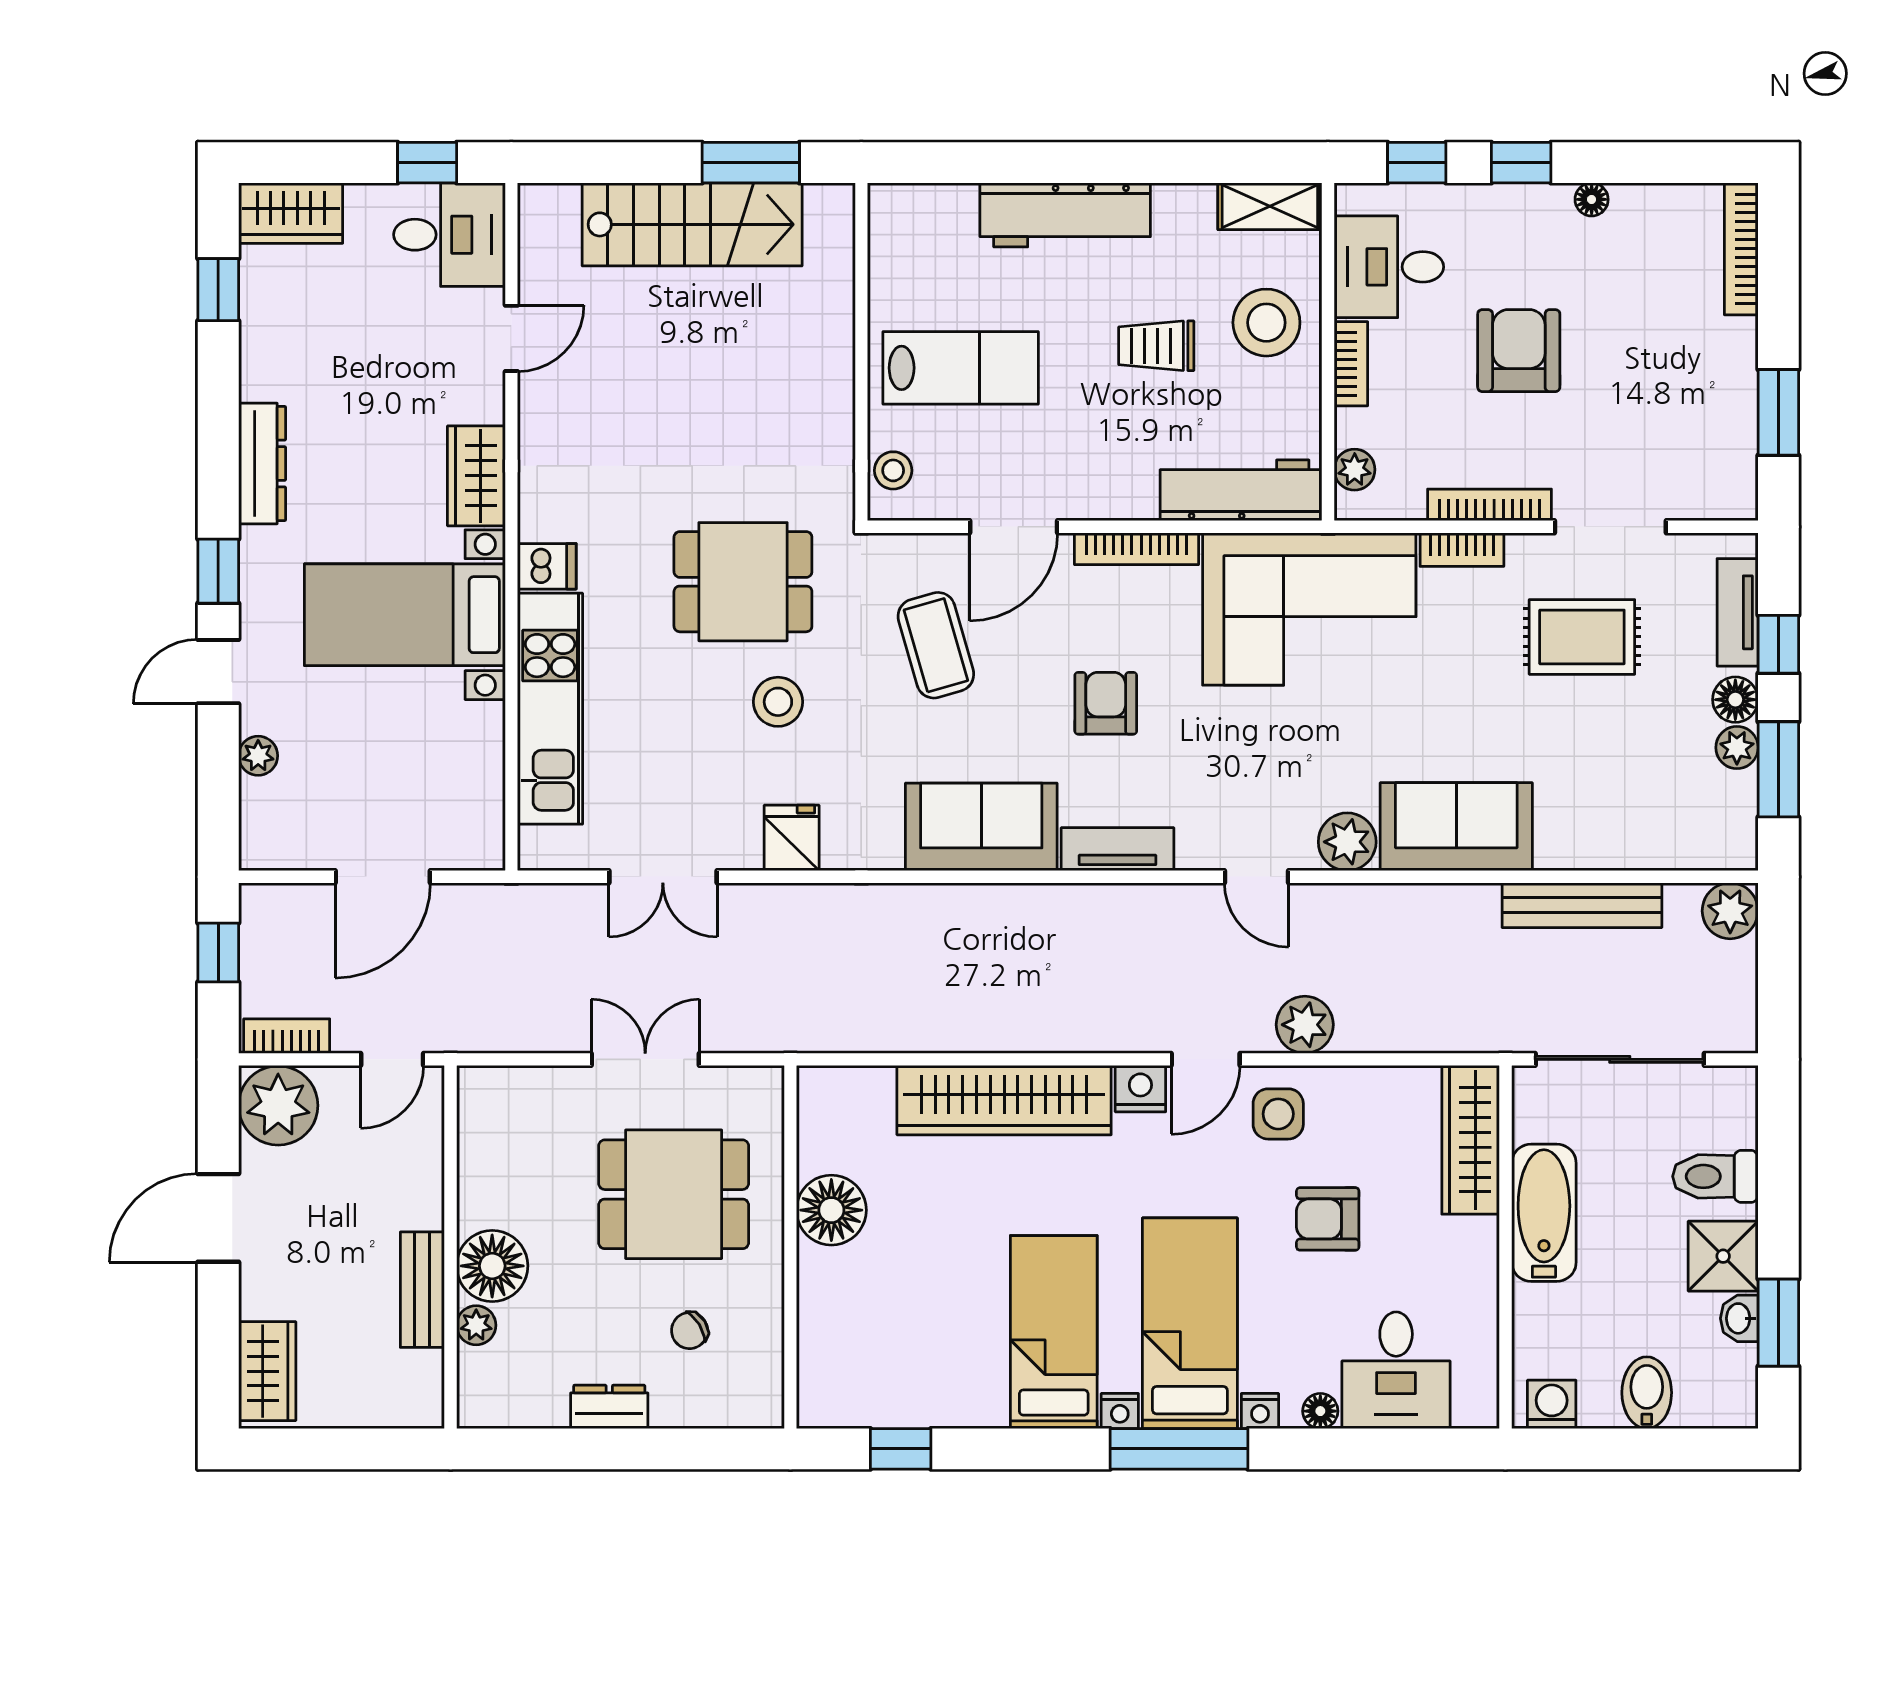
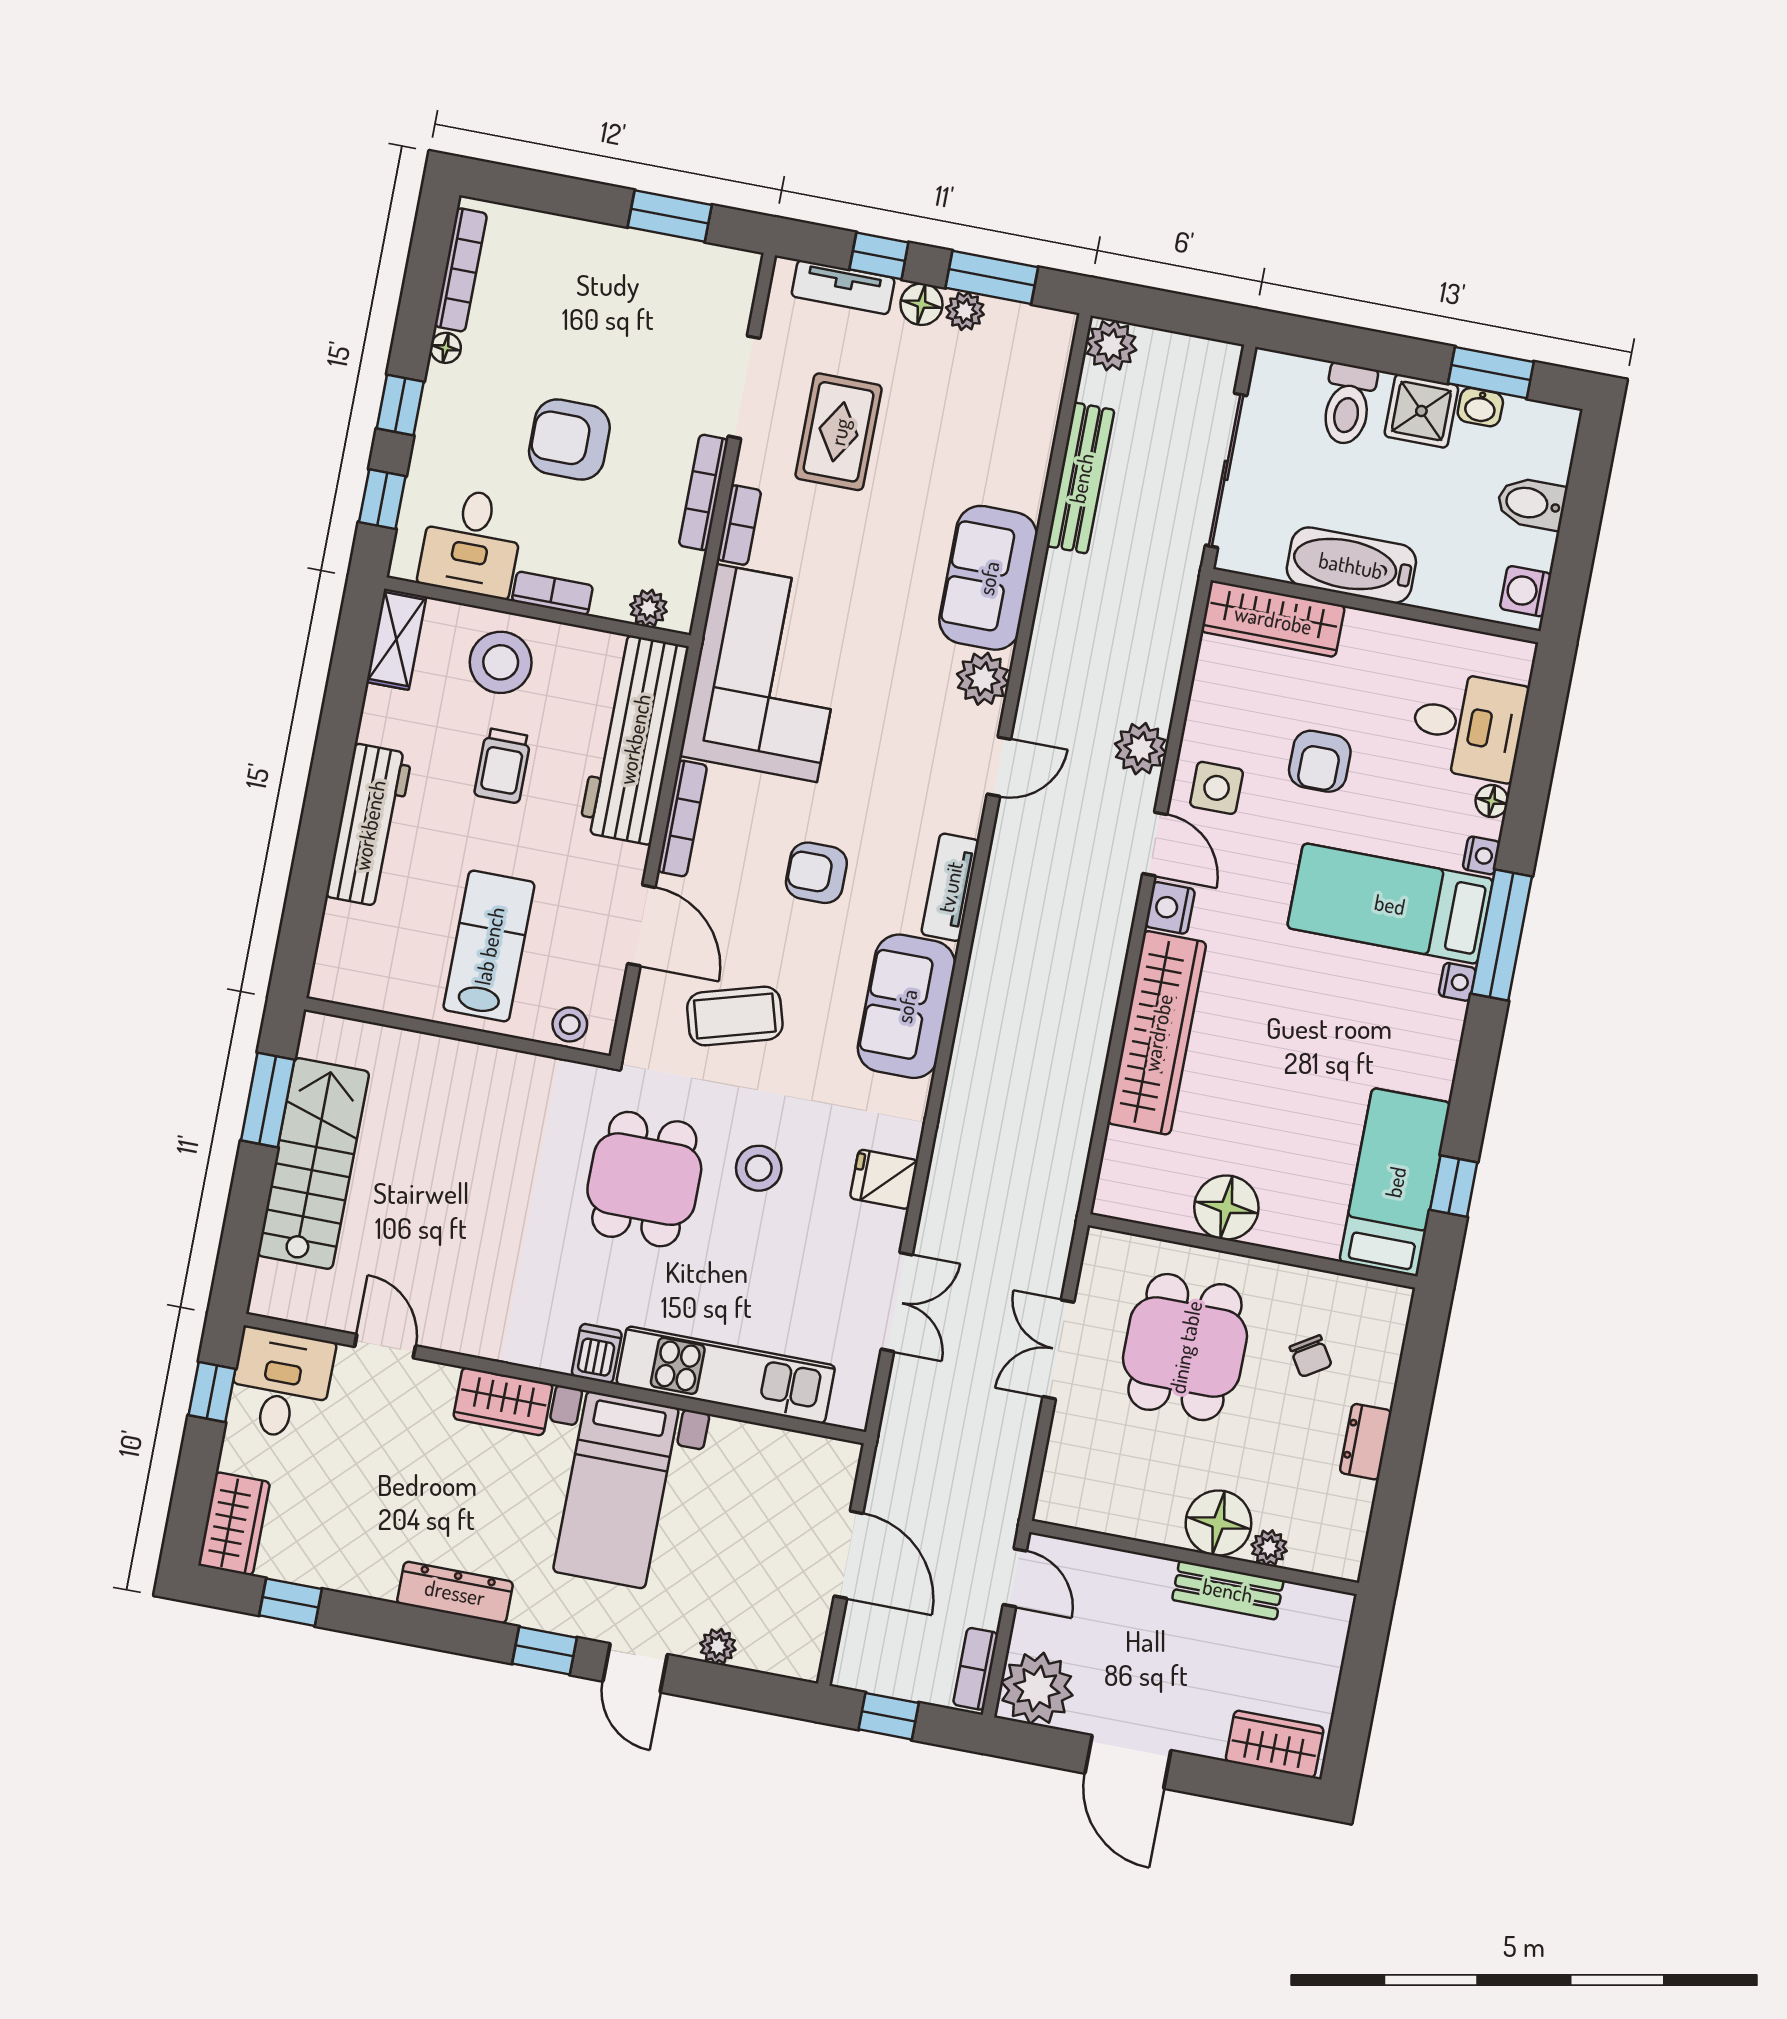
bookcase: (1741, 249) -> (461, 270), moved, turned -90
workbench: (1241, 490) -> (634, 739), width x1.36, depth x1.32
bed: (1054, 1332) -> (1395, 1182), moved, turned 90

